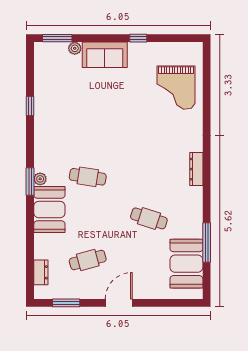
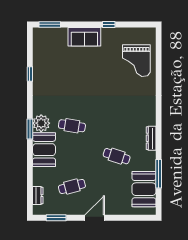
plant: (75, 48) -> (62, 32), removed
dresser: (196, 169) -> (151, 138), moved
plant: (40, 179) -> (41, 123), width x1.87, depth x1.87

